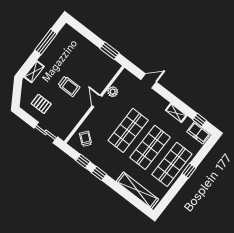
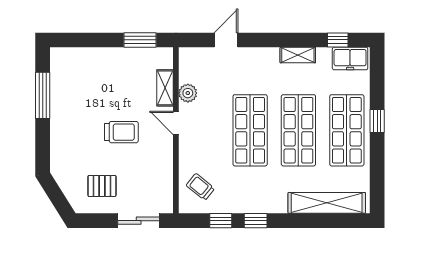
shelving: (34, 72) -> (165, 88), moved

